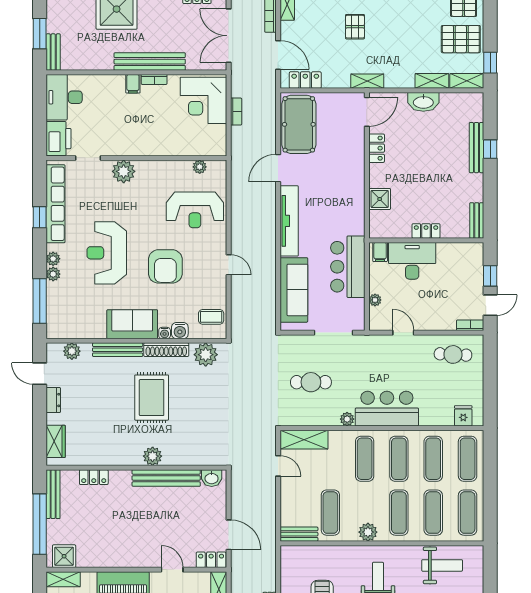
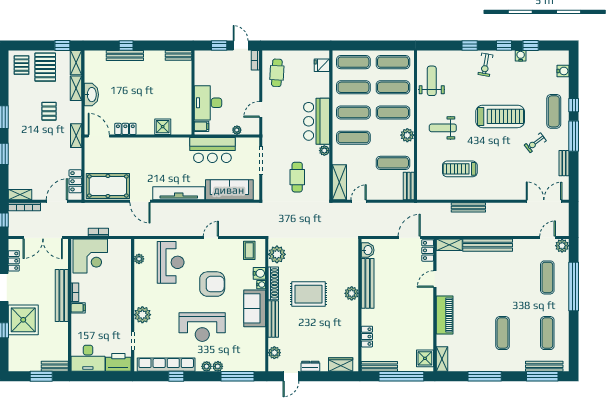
pallet: (355, 27) -> (49, 111), moved, turned 90
locker: (426, 231) -> (186, 93), removed

